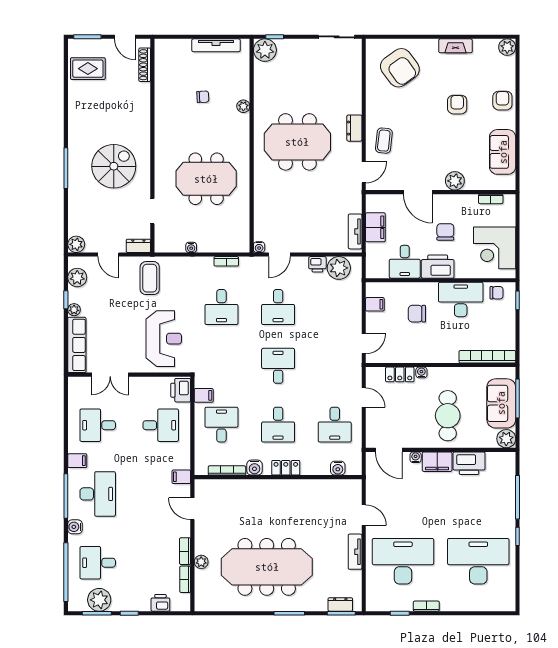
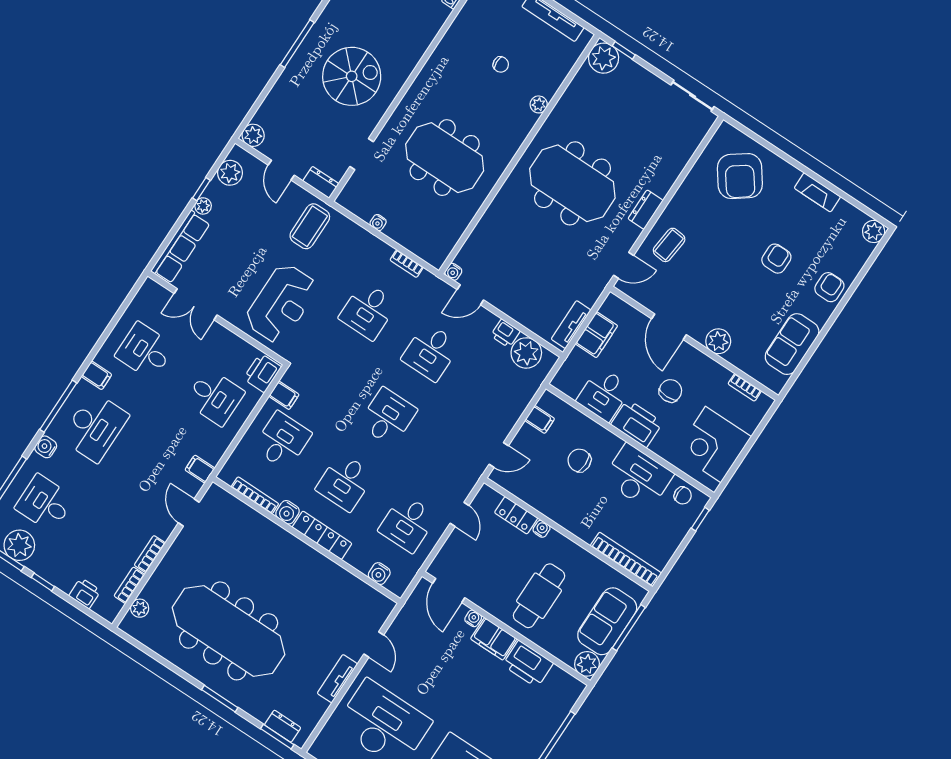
locker: (286, 468) -> (322, 535), width x1.53
plant: (201, 562) -> (140, 608), moved

